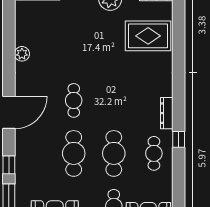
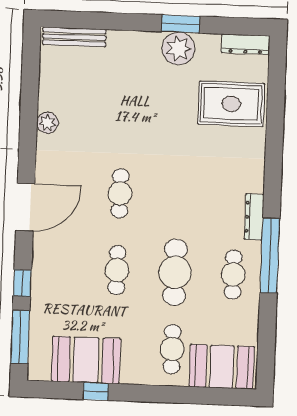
window: (179, 139) -> (270, 256), width x3.17
cafe table: (74, 153) -> (117, 270), width x0.73, depth x0.74

